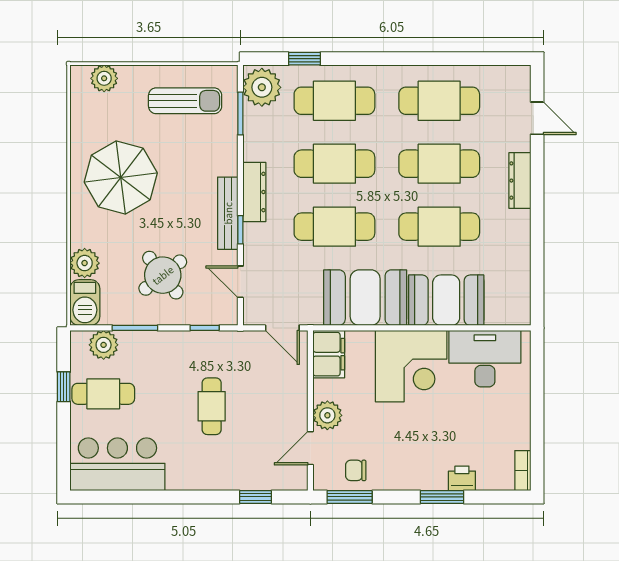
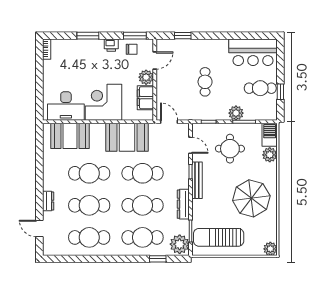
plant: (104, 78) -> (270, 249), moved
sun lounger: (185, 101) -> (219, 237), width x1.36, depth x1.34
dresser: (520, 181) -> (48, 201), width x0.70
dresser: (254, 192) -> (183, 204), moved
round table: (163, 275) -> (230, 149), turned 38
booth: (446, 300) -> (70, 136), moved
plant: (104, 345) -> (236, 113), moved
filing cabinet: (329, 354) -> (145, 98), moved
printer: (462, 478) -> (111, 45), moved

